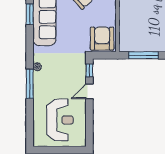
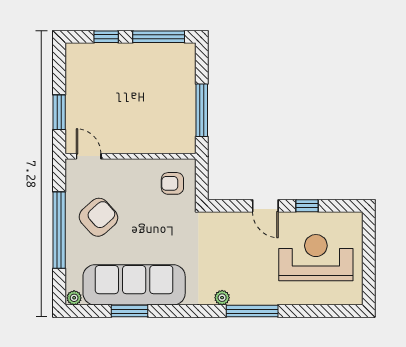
armchair: (102, 39) -> (172, 183), width x0.53, depth x0.53
window: (89, 70) -> (307, 206), moved

